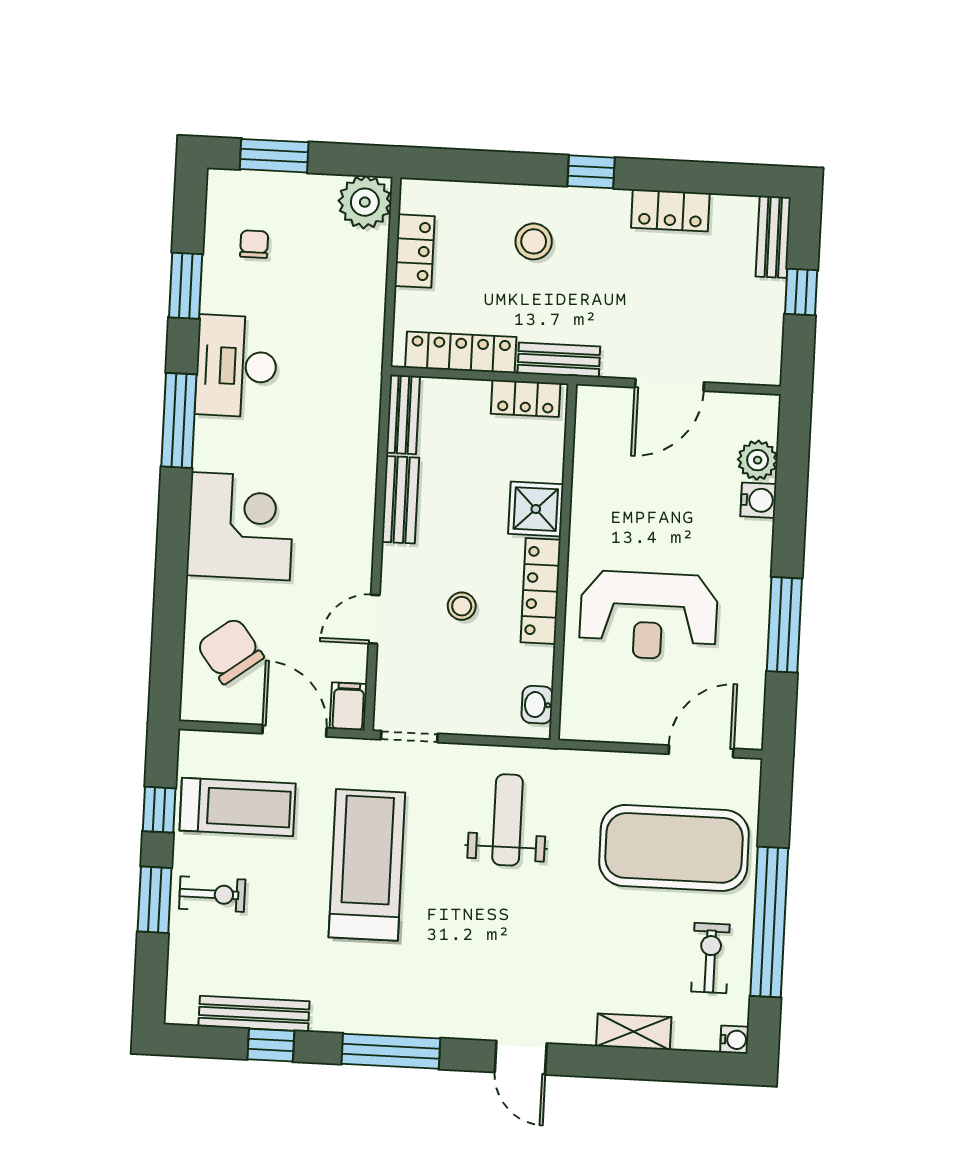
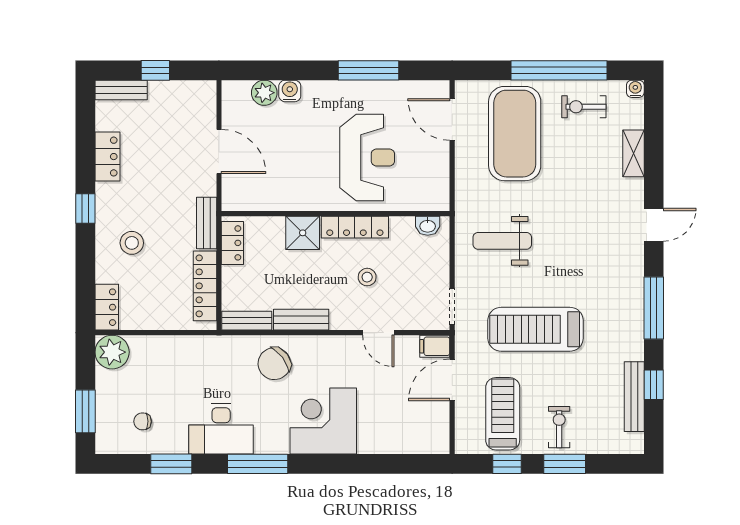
locker: (415, 251) -> (107, 307), moved, turned 90
chair: (230, 651) -> (274, 364), moved

